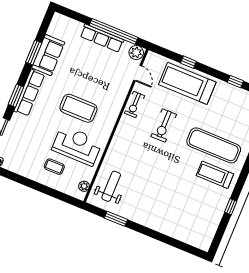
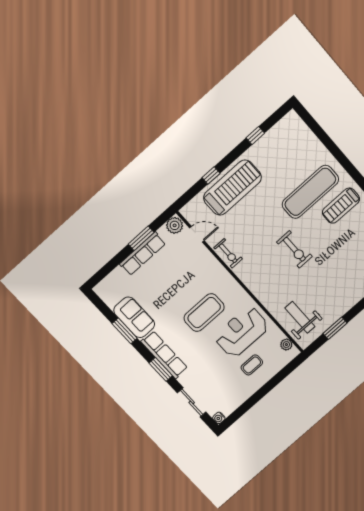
window: (114, 31) -> (141, 238), width x0.47
treadmill: (187, 83) -> (232, 188), turned 180
exercise bike: (164, 125) -> (294, 249), moved

